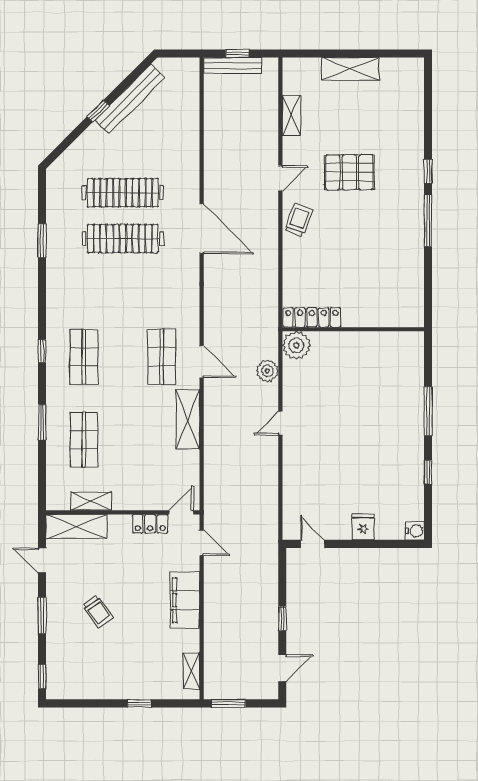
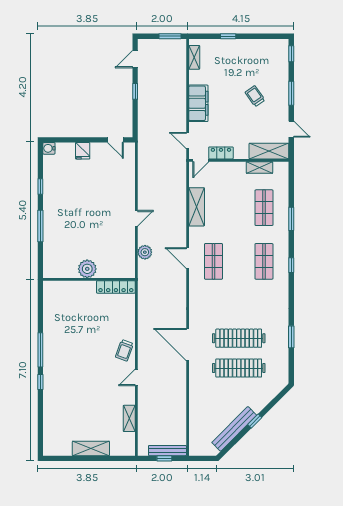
pallet: (349, 172) -> (92, 381), removed
plant: (296, 345) -> (87, 269), moved
shelving: (188, 419) -> (197, 207), moved

